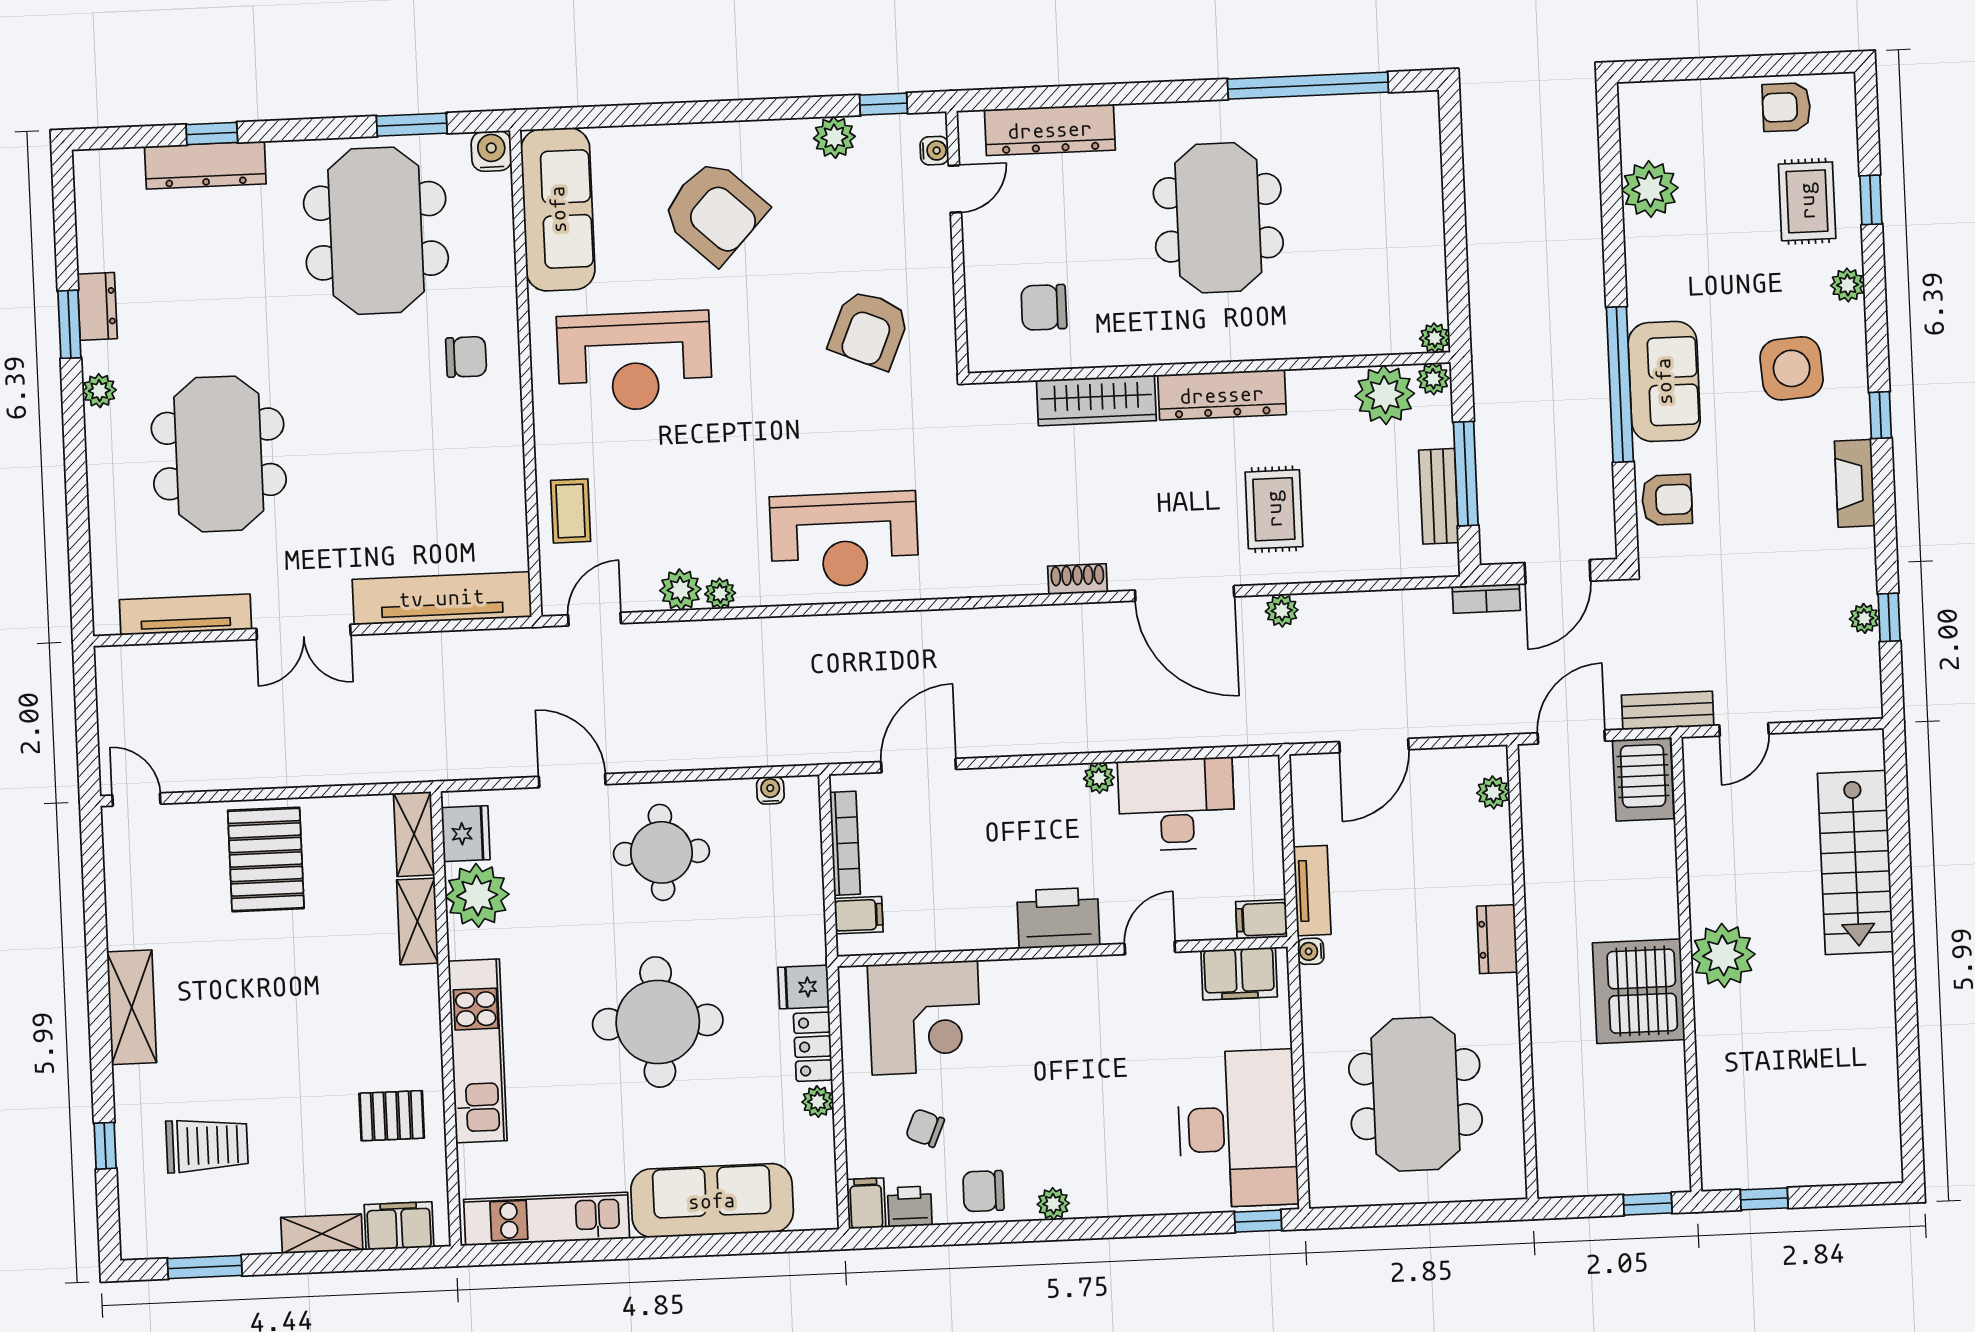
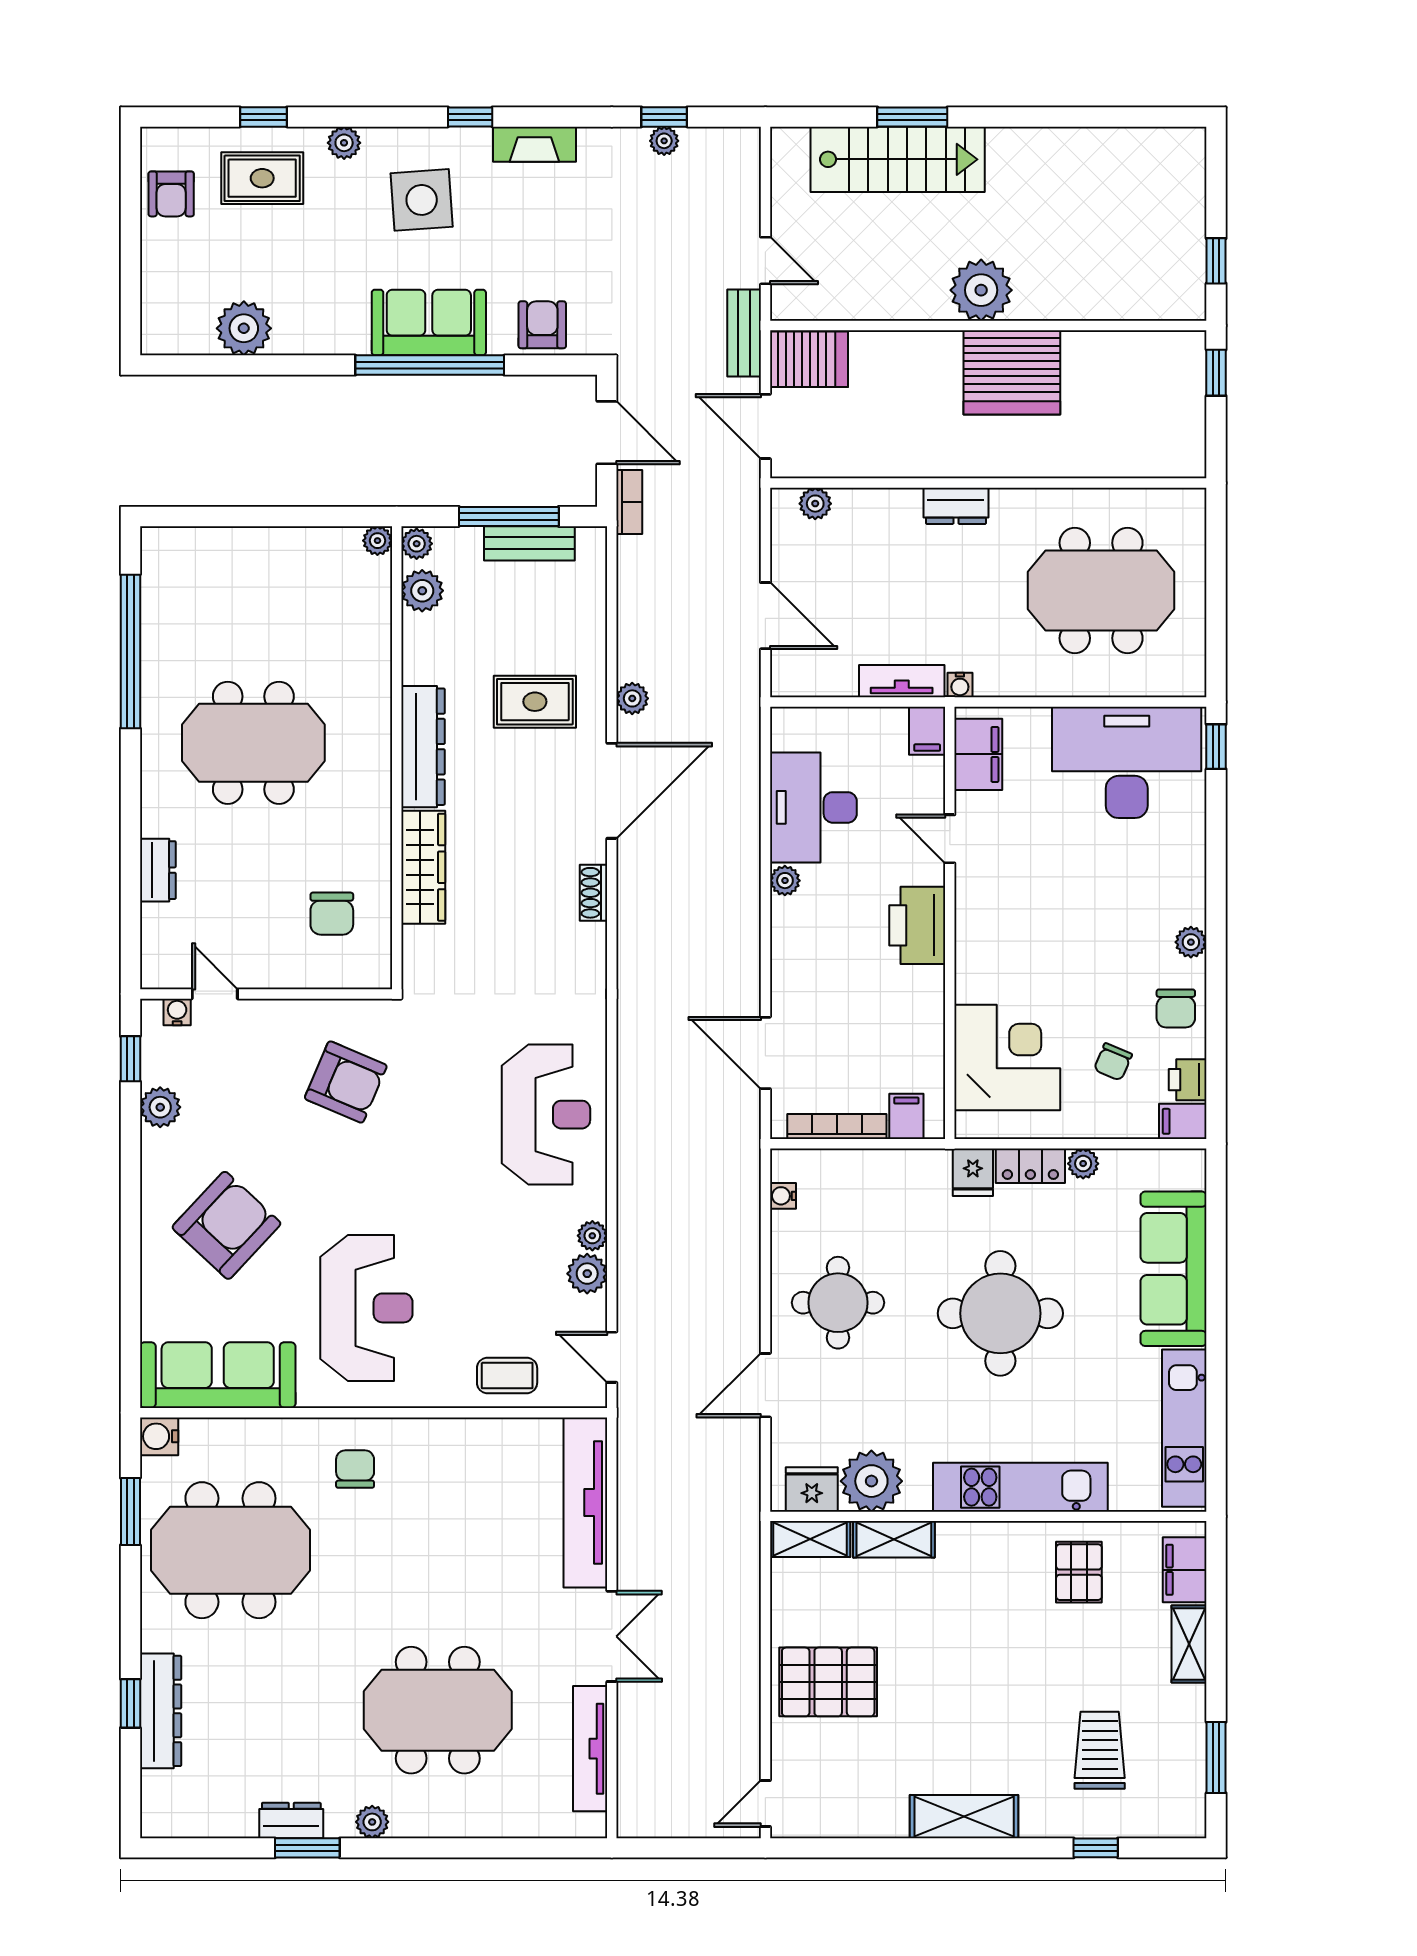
dresser: (1050, 130) -> (158, 870), width x0.51, depth x0.80
plant: (1385, 395) -> (422, 591), width x0.73, depth x0.73
window: (1900, 876) -> (912, 117), added

